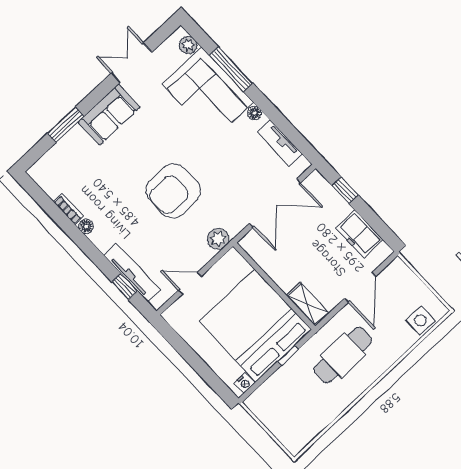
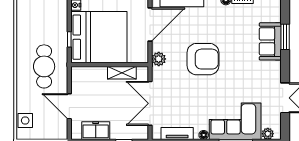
sofa: (109, 115) -> (270, 41), moved
armchair: (173, 191) -> (203, 59), turned 90
door: (190, 283) -> (150, 25), width x1.88
shelving: (308, 304) -> (122, 73), moved

